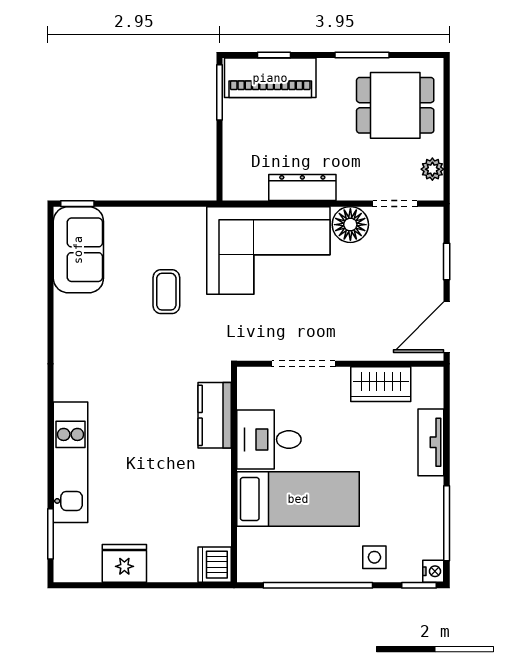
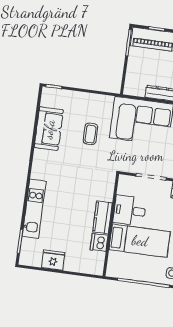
sofa: (78, 250) -> (49, 129), moved
kitchen counter: (215, 415) -> (102, 217), moved
dishwasher: (215, 565) -> (99, 242), moved

